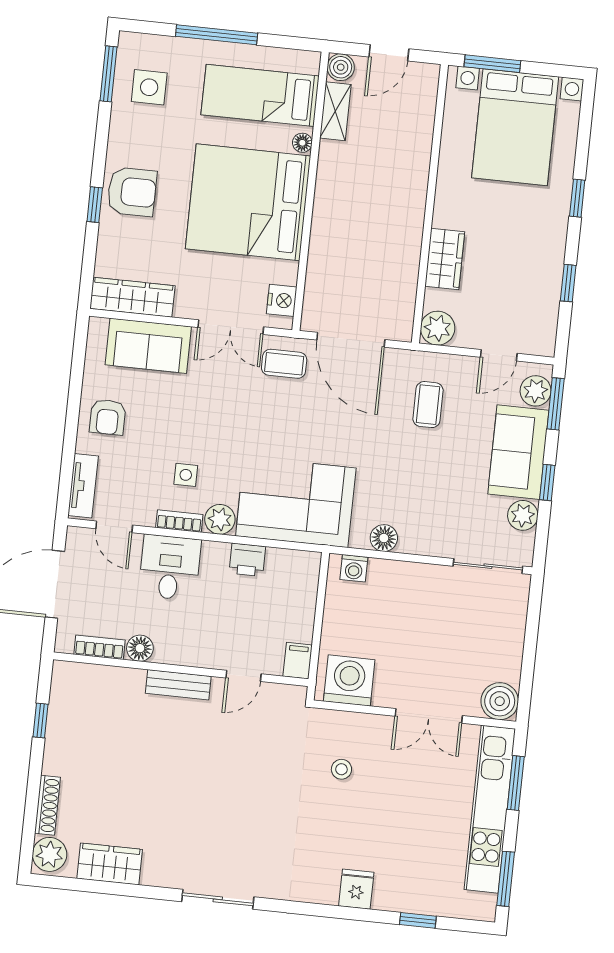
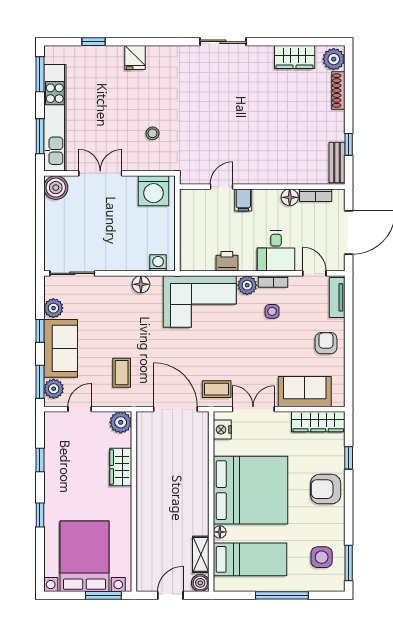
window: (95, 205) -> (349, 458), moved
filing cabinet: (298, 661) -> (243, 200), moved
bench: (178, 685) -> (337, 163), moved, turned 90

